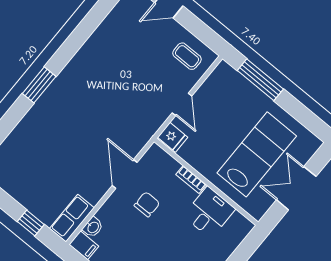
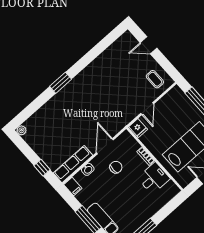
row of seats: (72, 218) -> (73, 164), width x1.48
washbasin: (93, 227) -> (88, 169), moved

